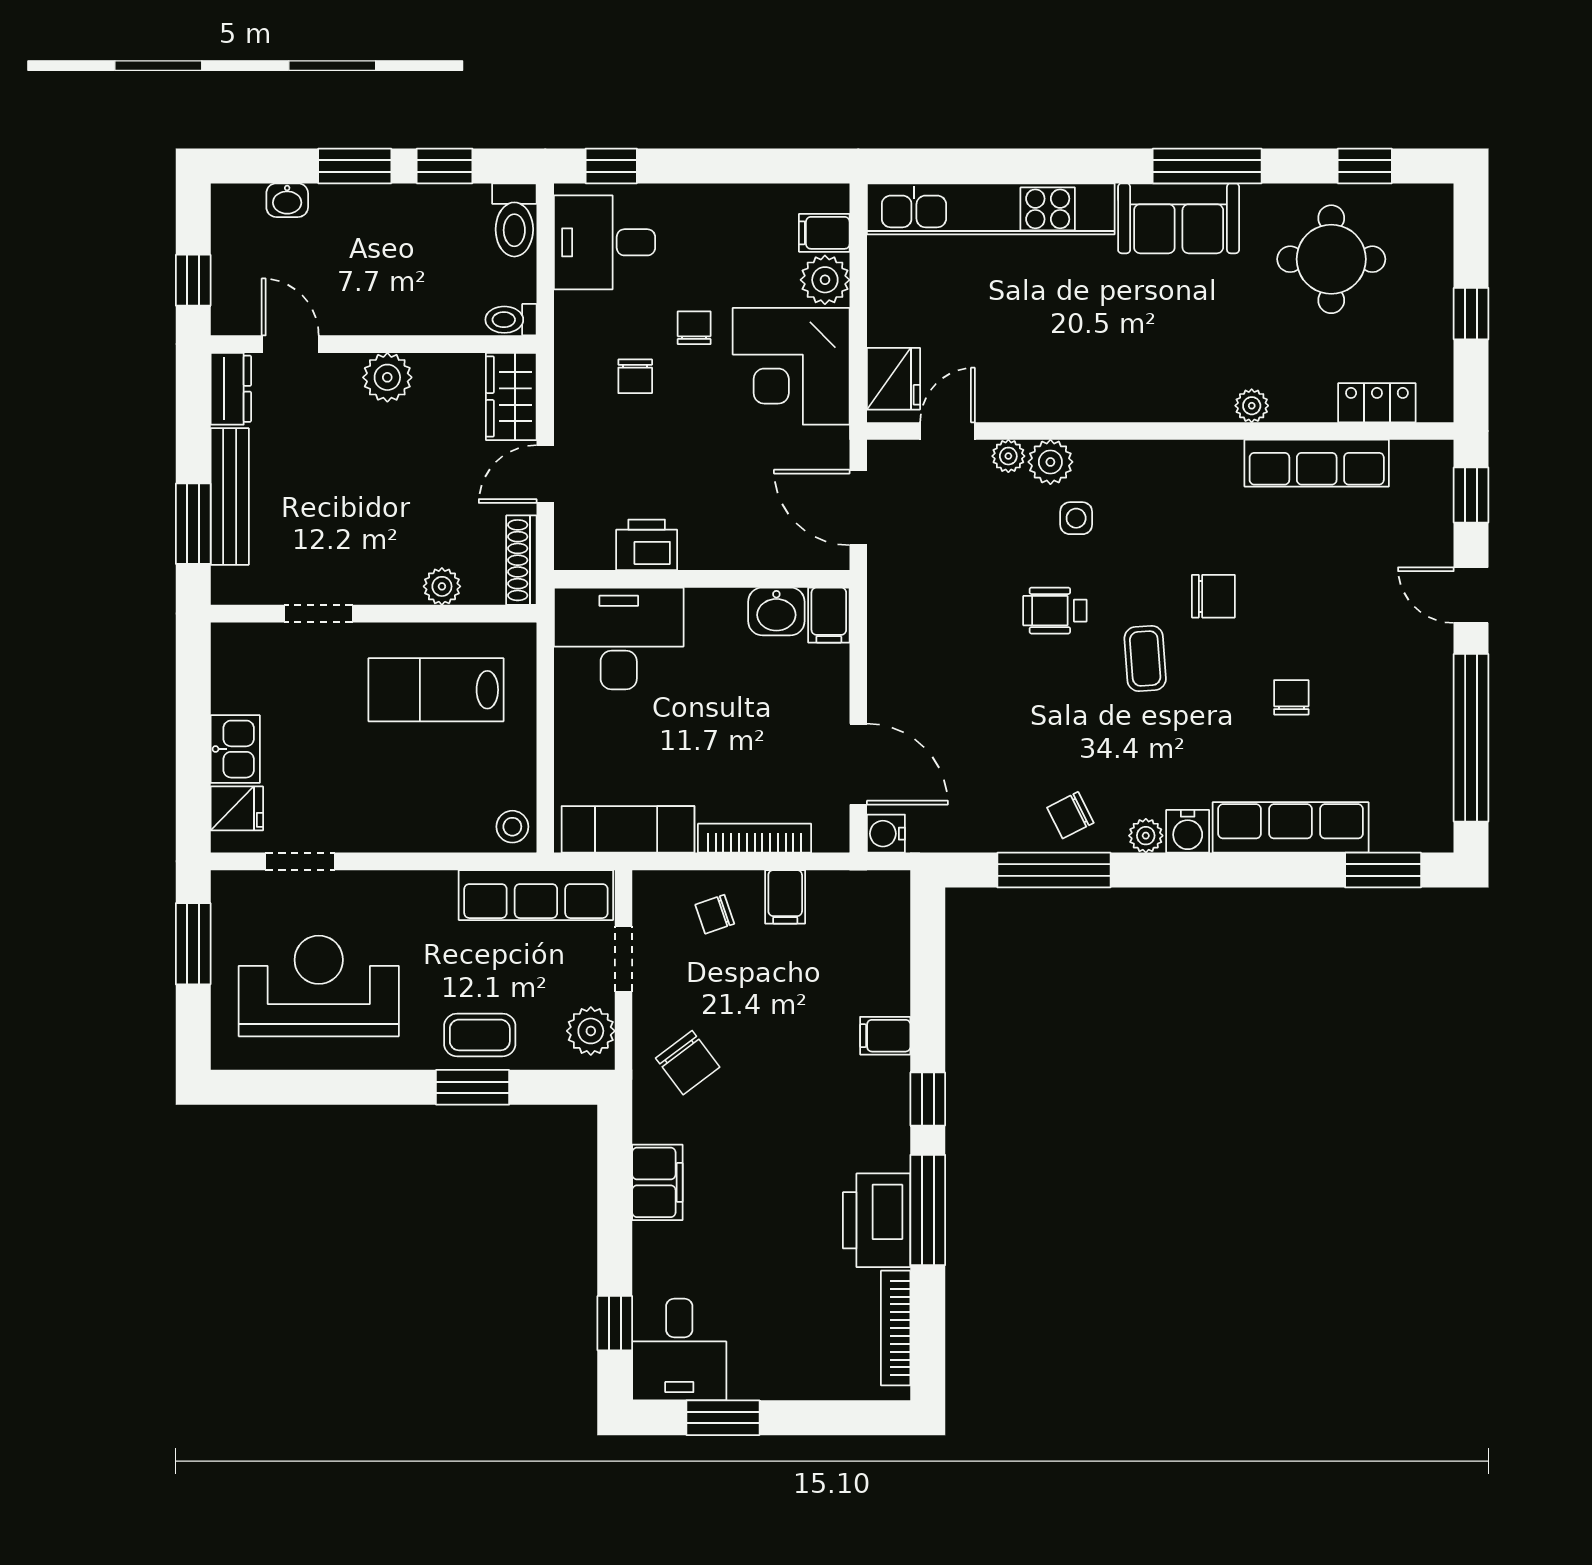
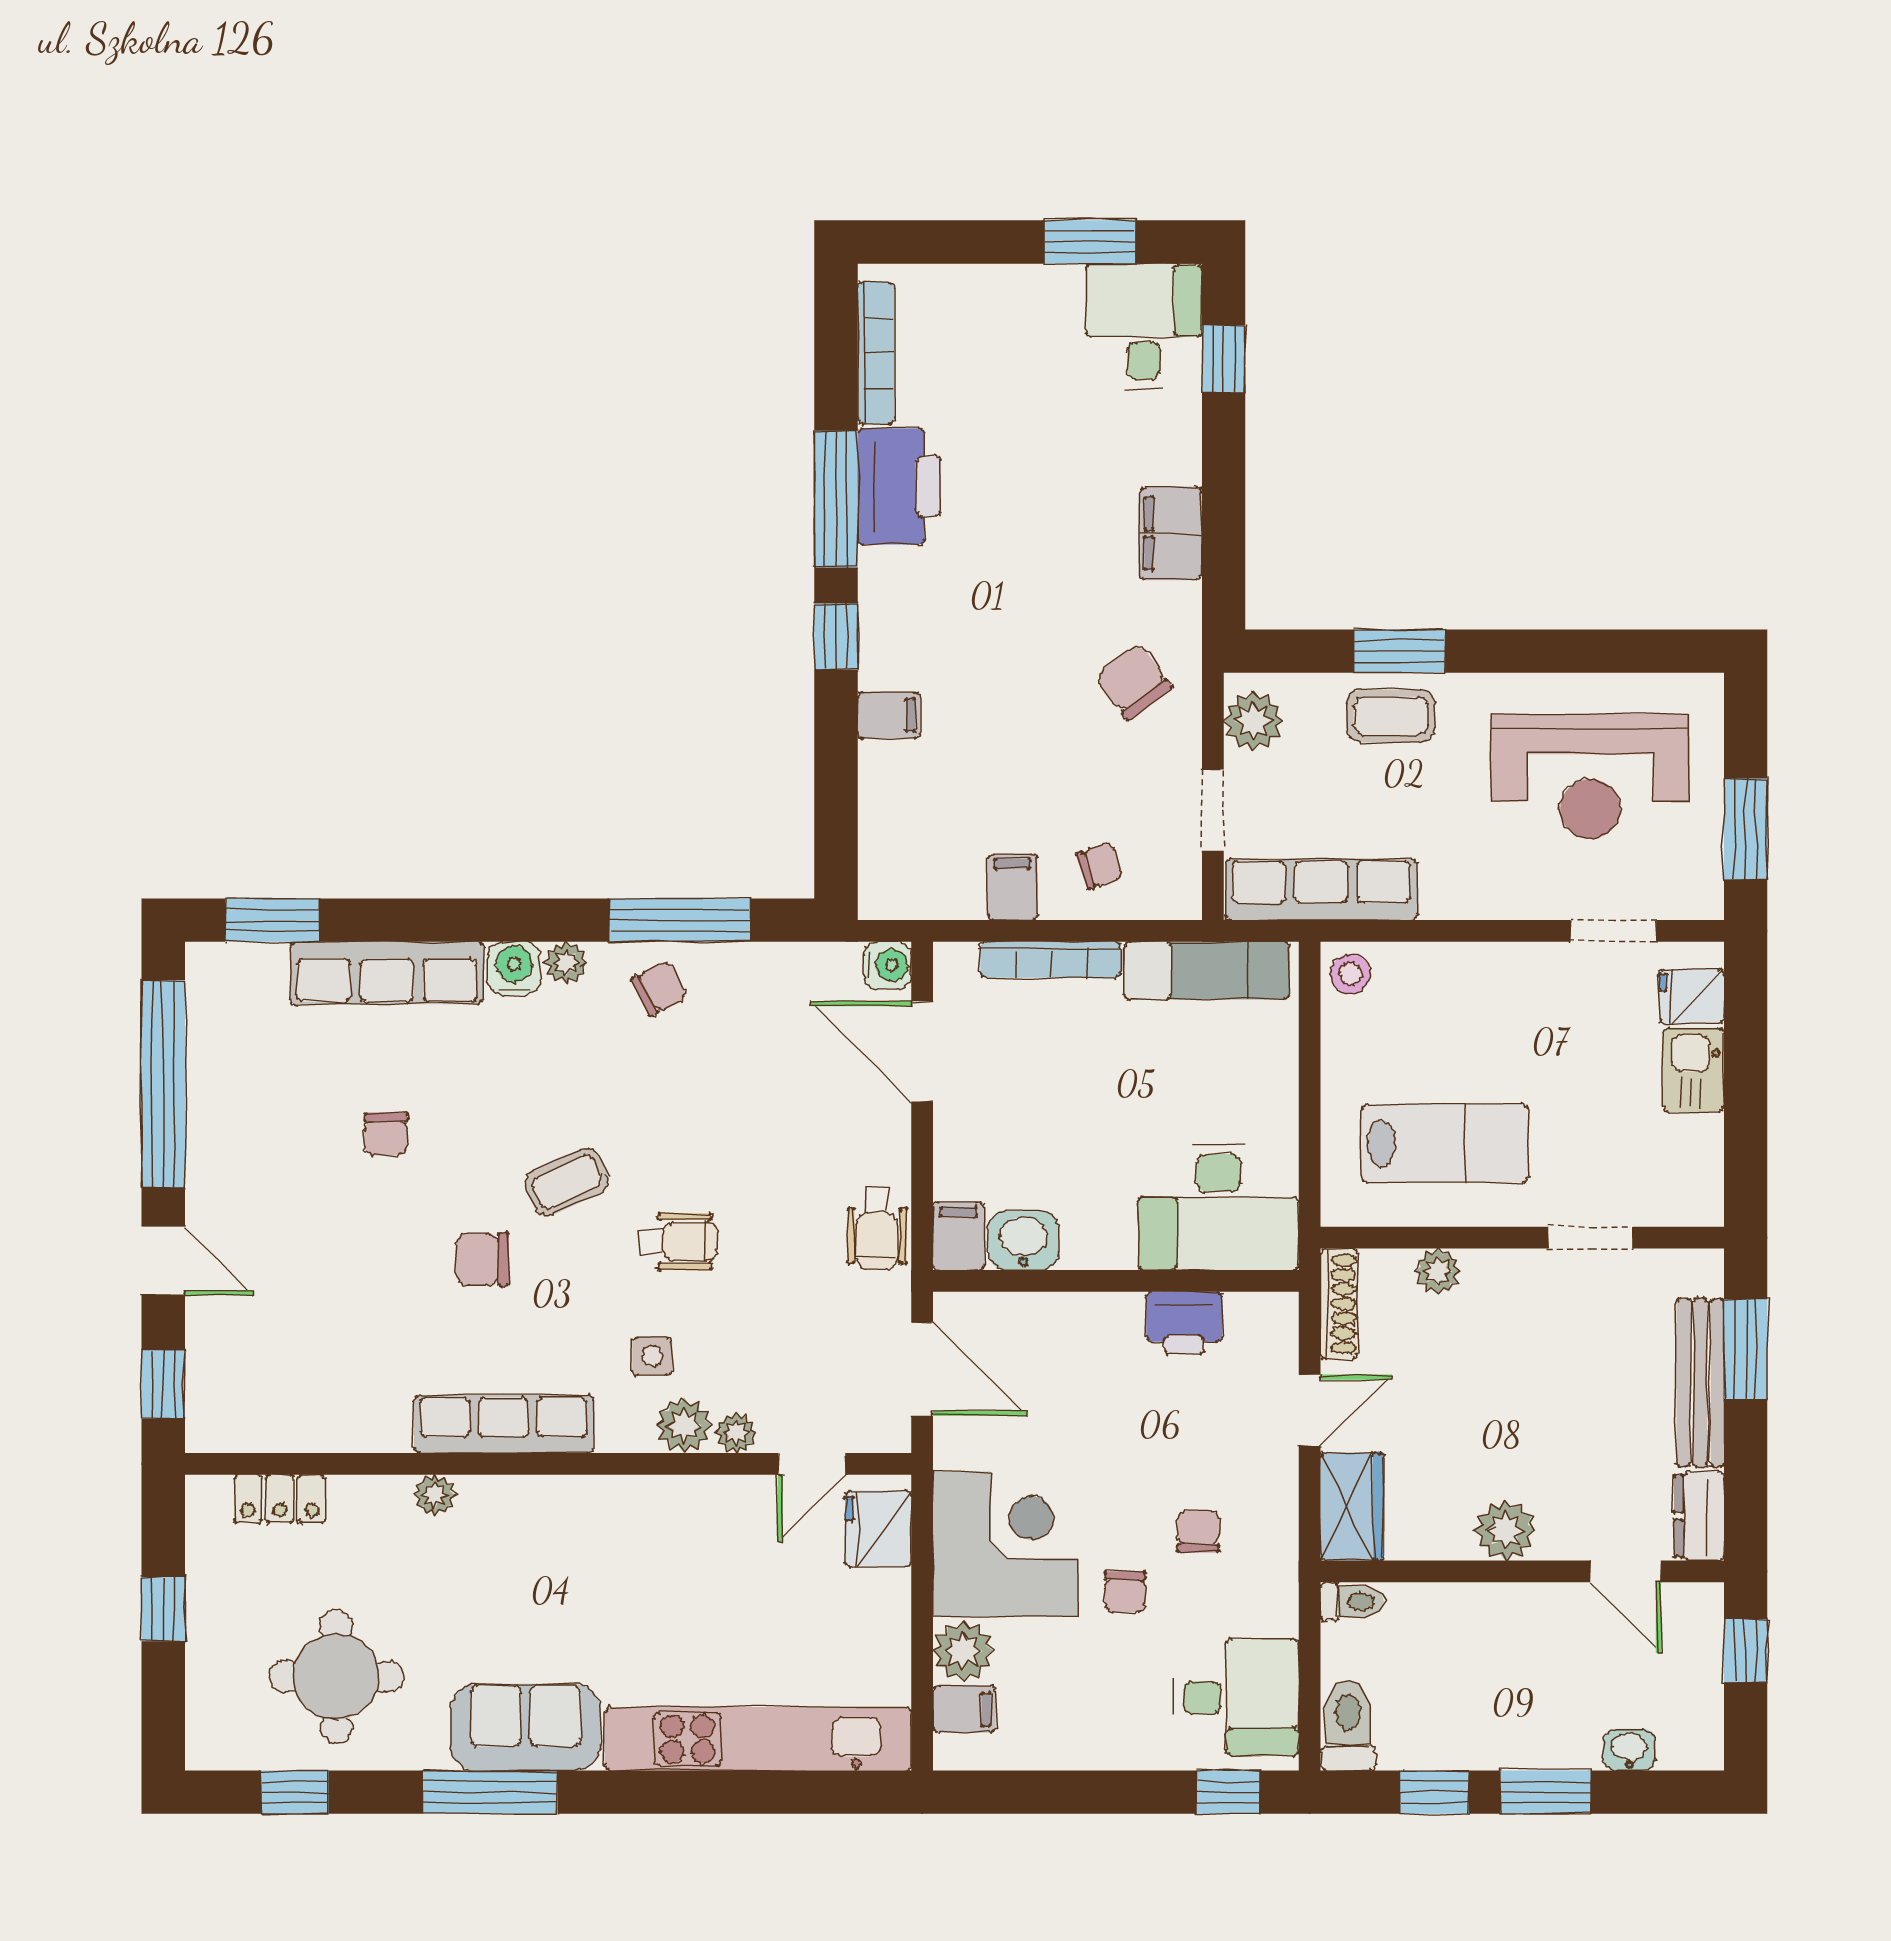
row of seats: (1317, 463) -> (504, 1424), moved
wheelchair: (895, 621) -> (877, 1229), added
coffee table: (1145, 658) -> (567, 1182), turned 69

